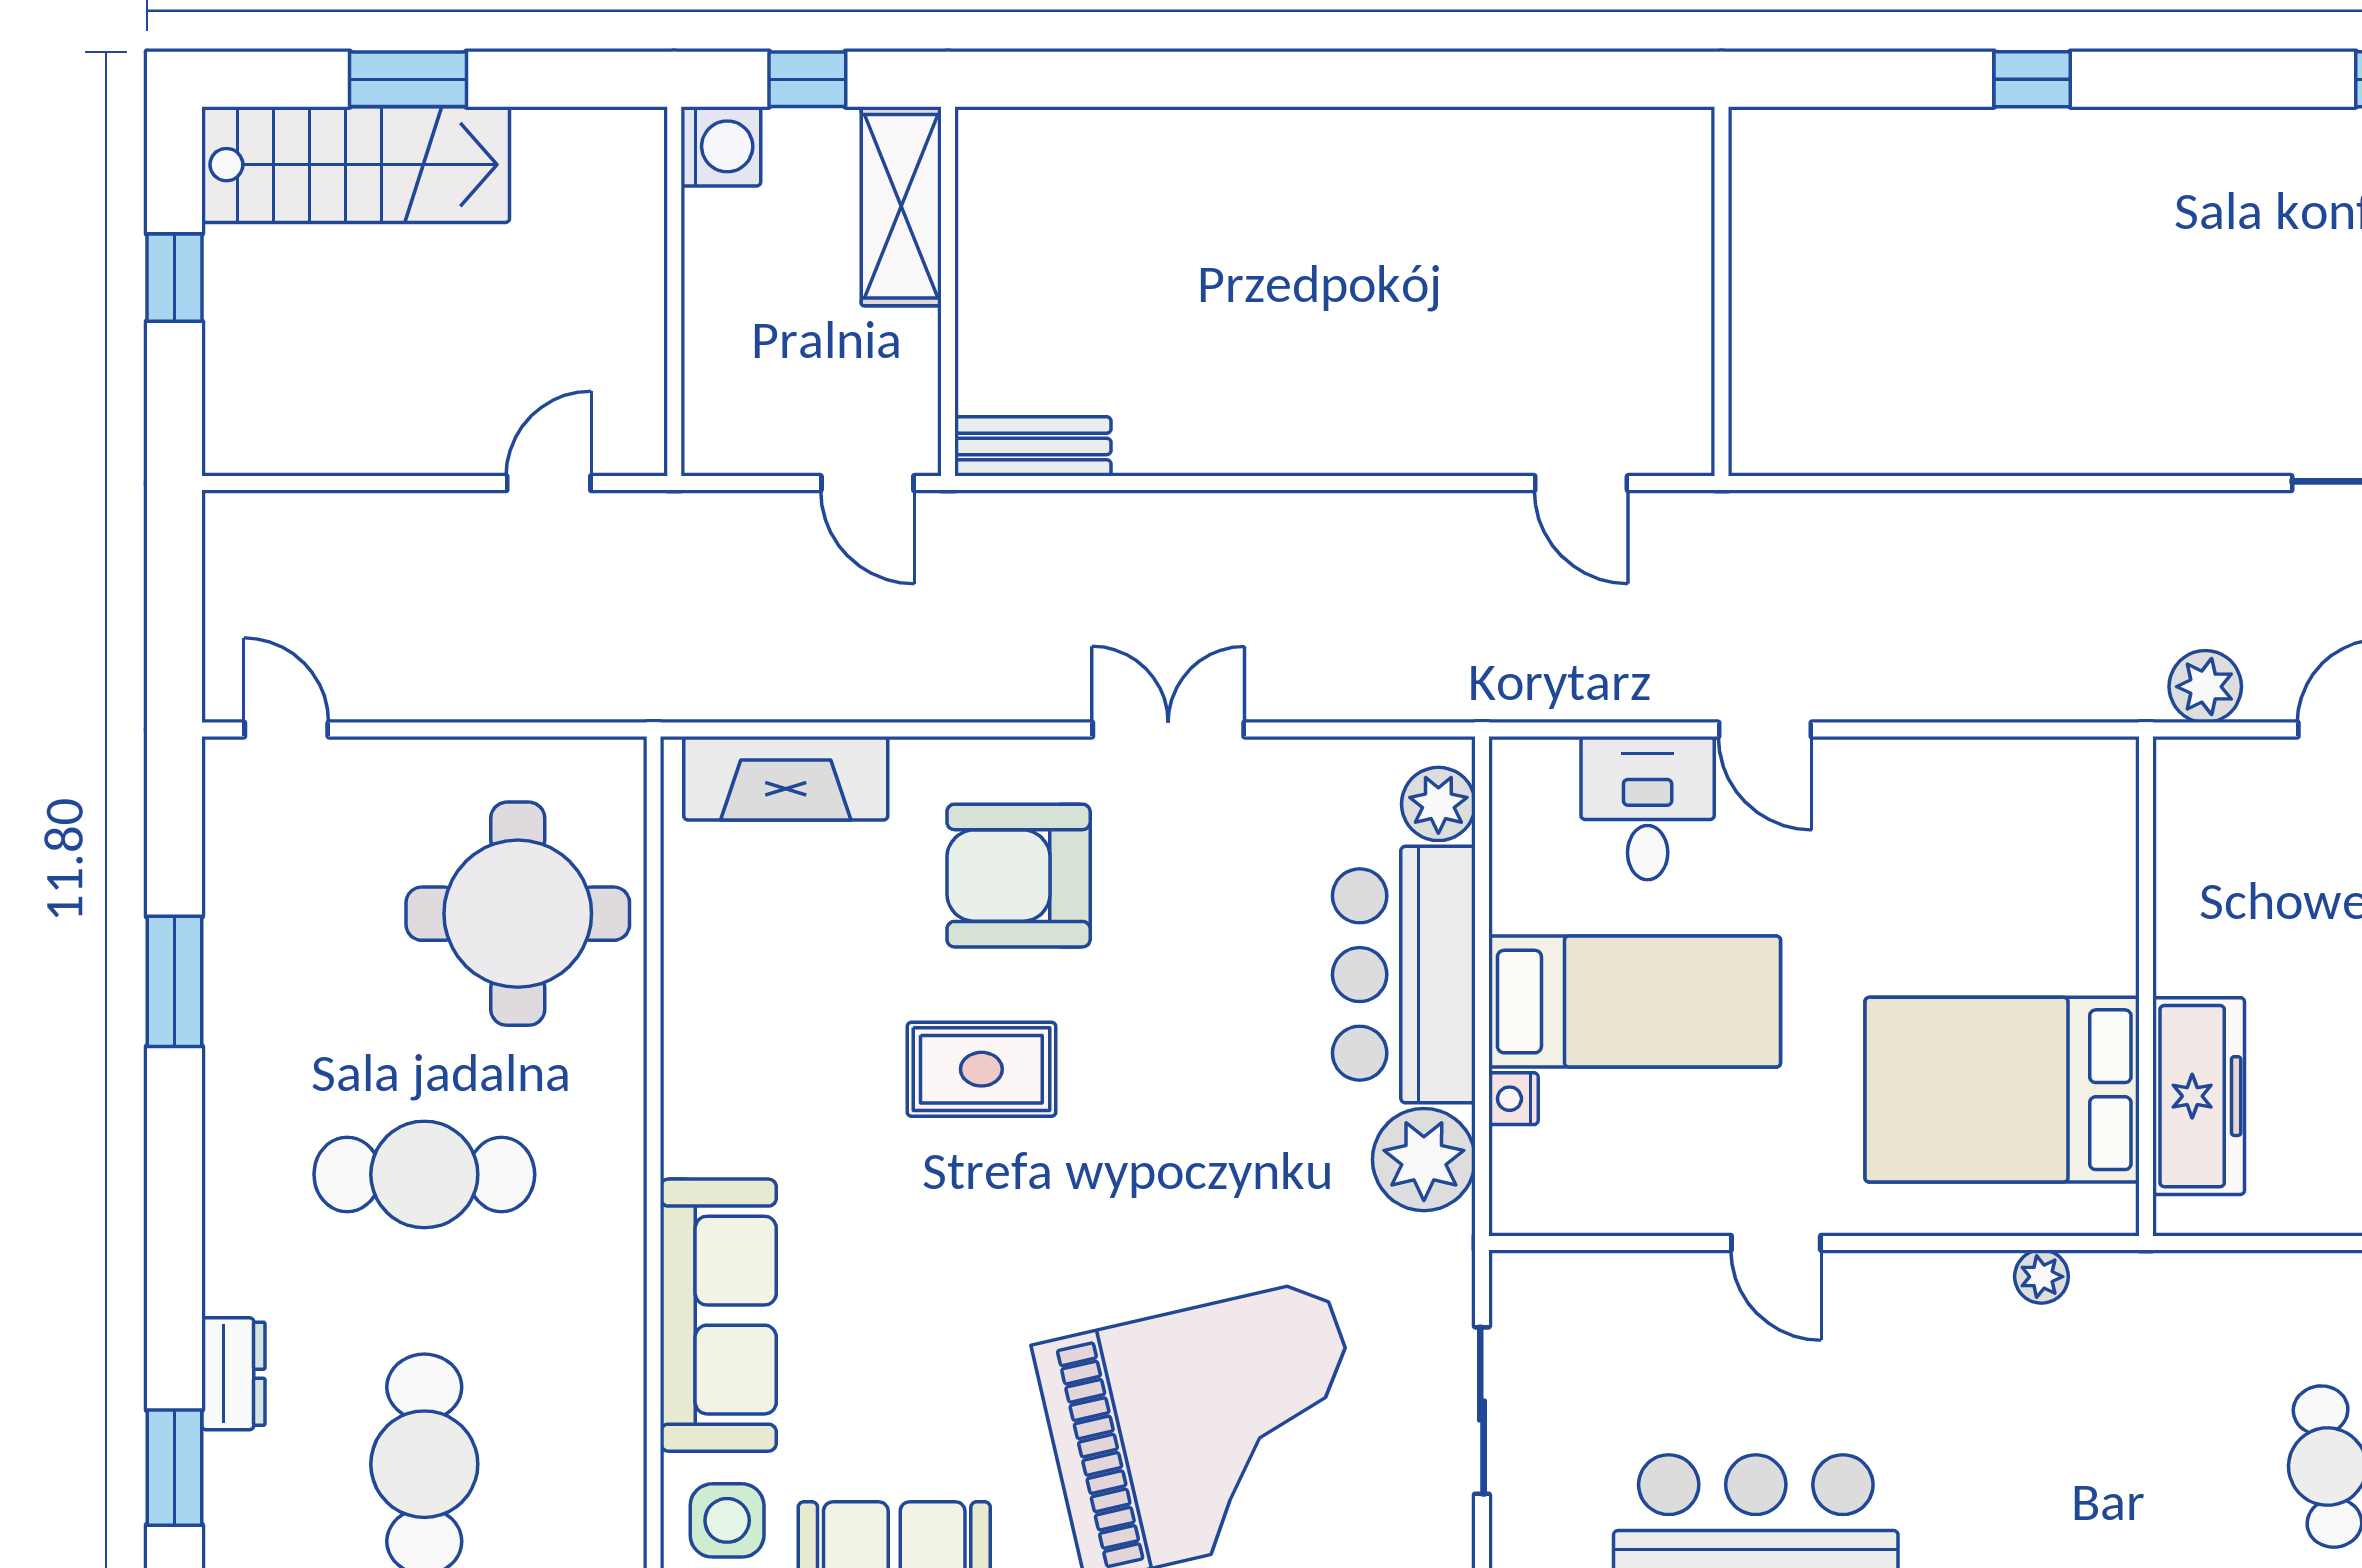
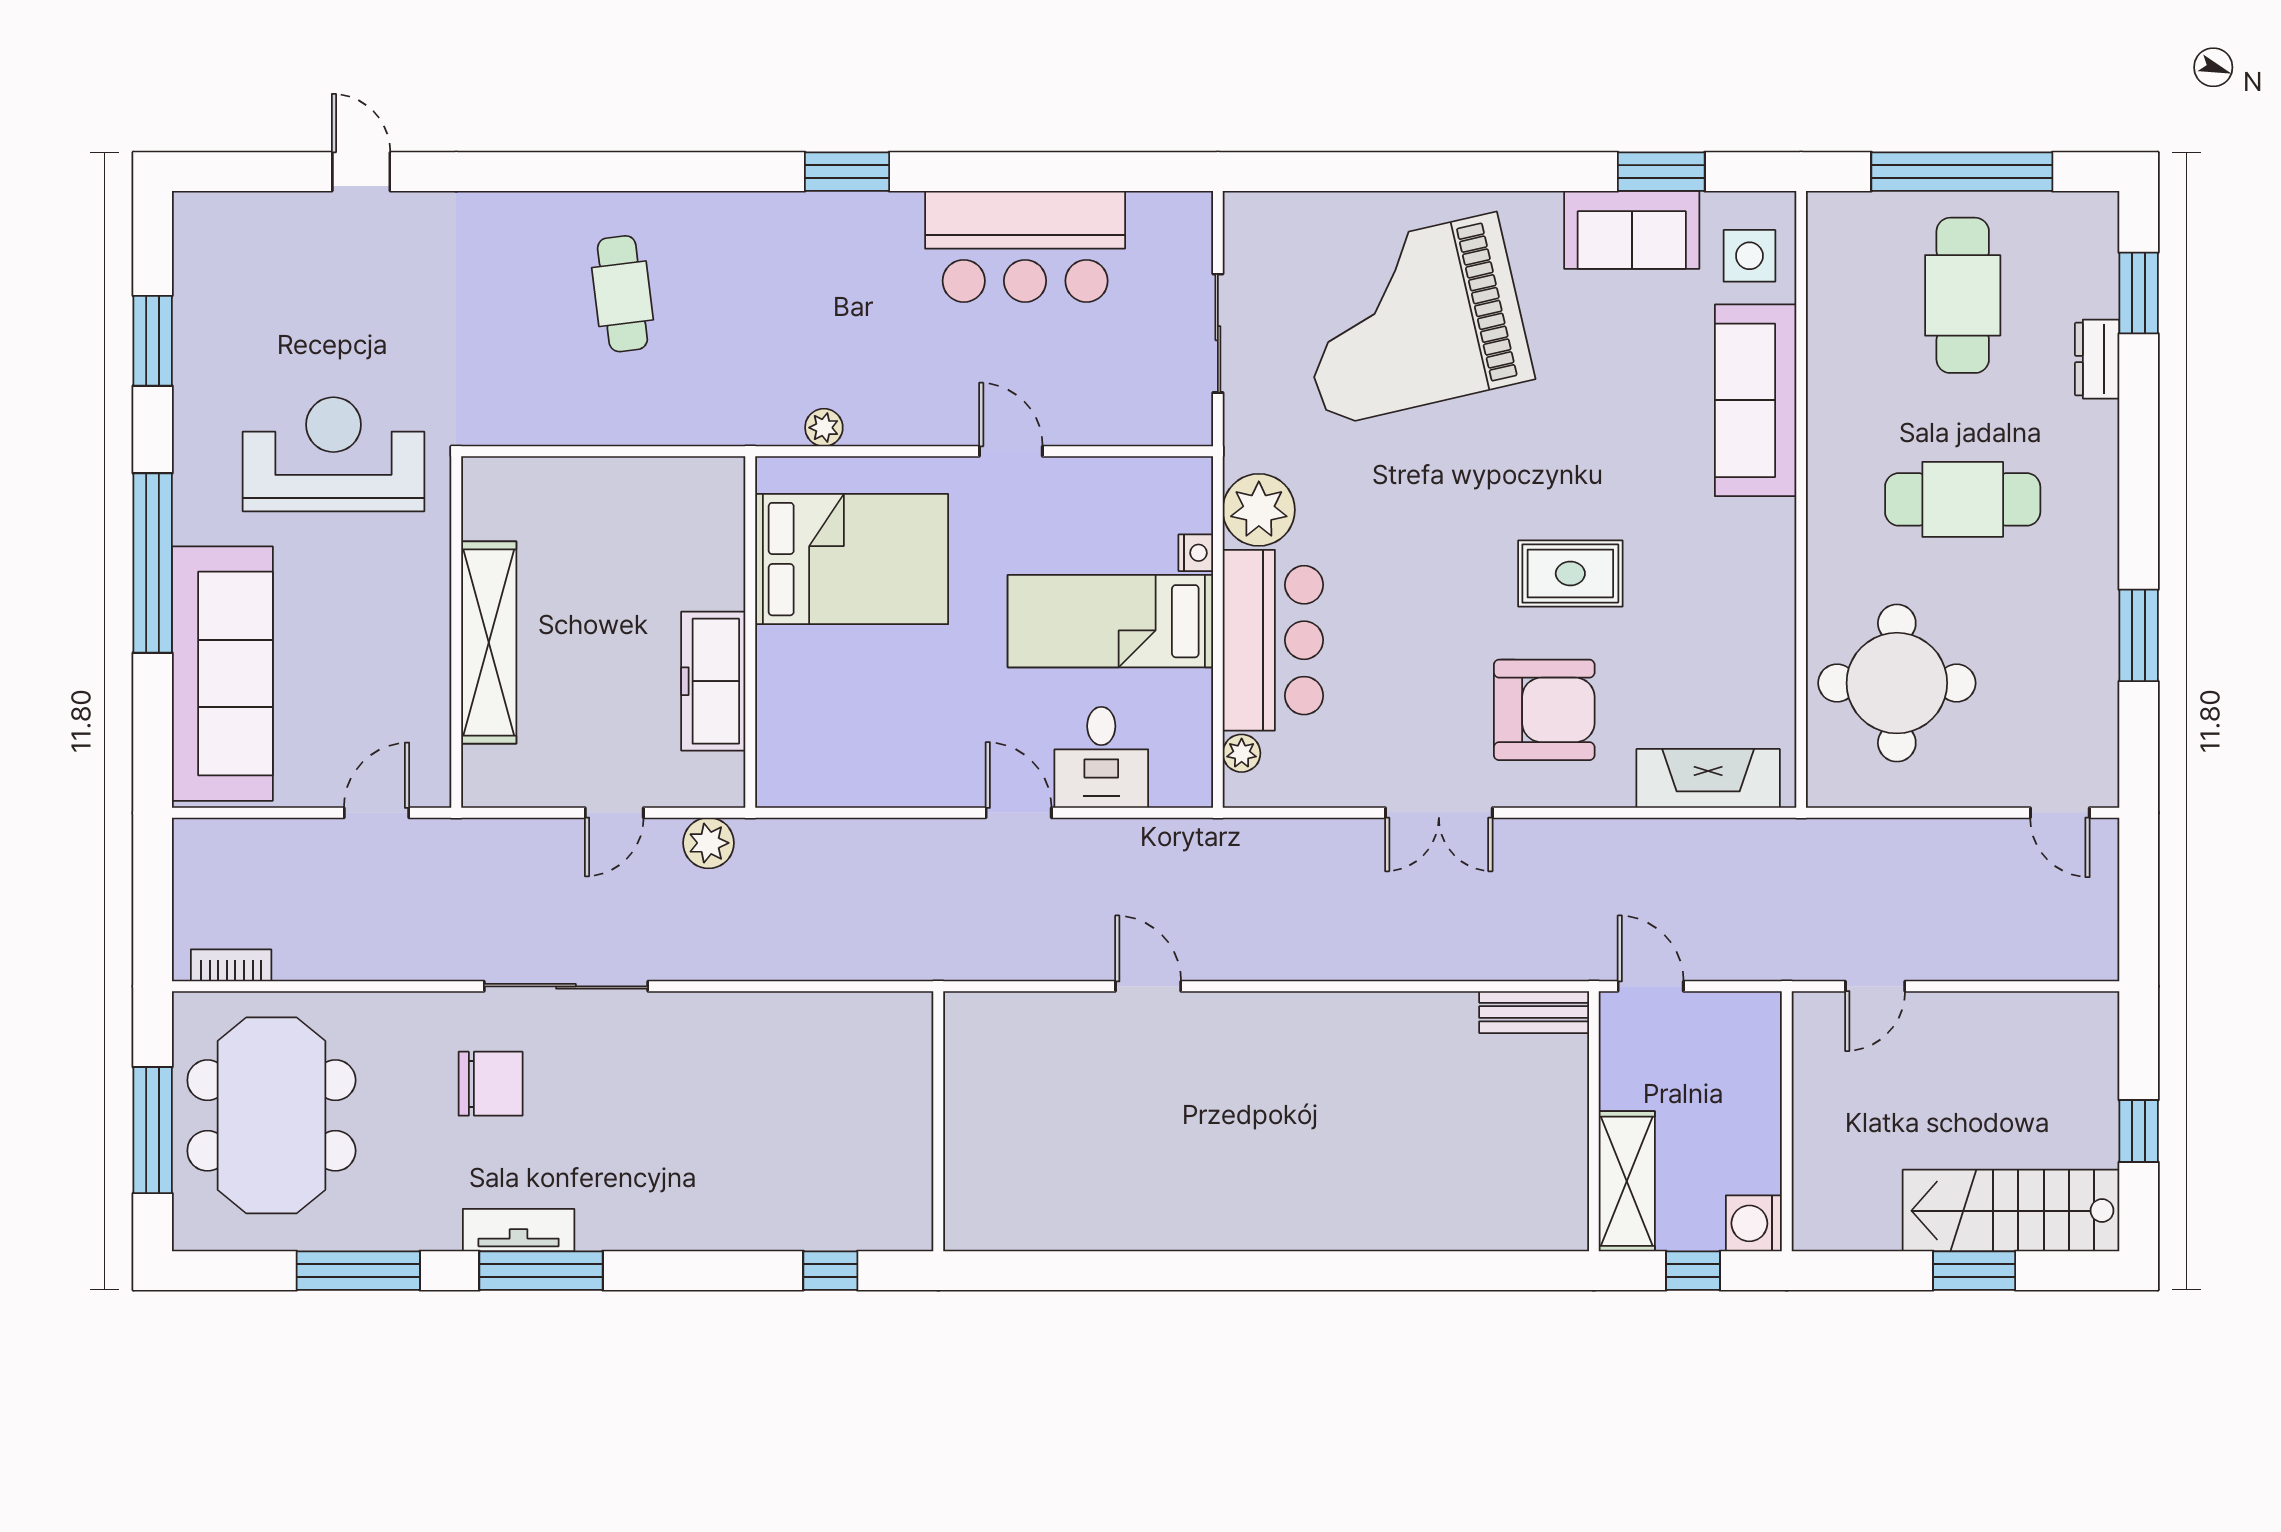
wall: (1722, 291) -> (938, 1121), moved
plant: (1438, 804) -> (1242, 753), width x0.73, depth x0.73
freezer: (2199, 1096) -> (713, 681), moved

